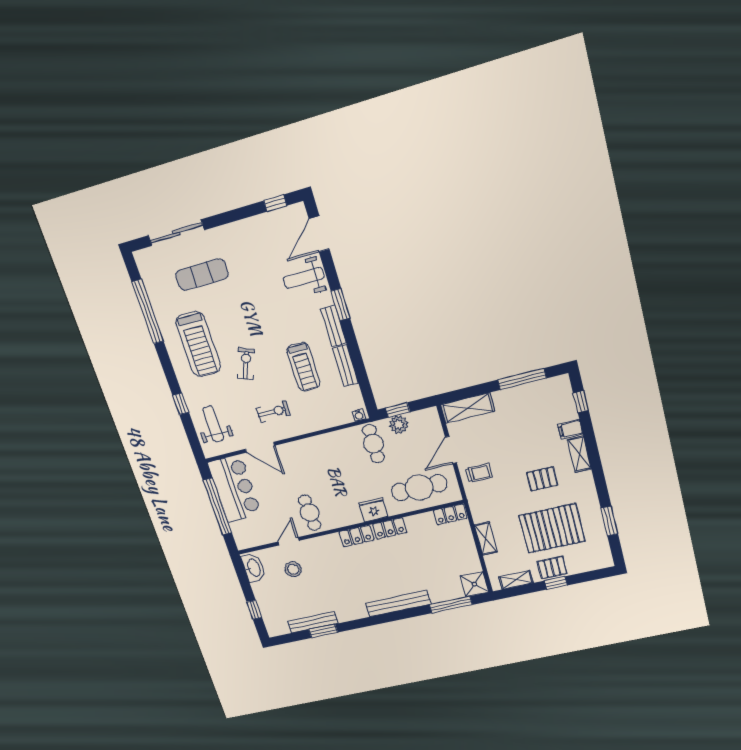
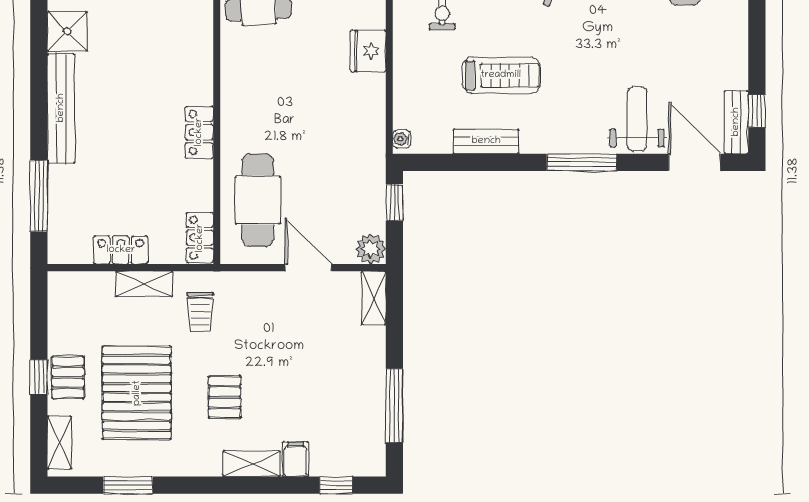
window: (340, 305) -> (582, 162), width x1.44
bench: (333, 326) -> (736, 122), moved, turned 90
treadmill: (304, 367) -> (501, 75), turned 180
shelving: (468, 408) -> (374, 298), width x0.67, depth x0.75
plant: (399, 424) -> (371, 249), moved
cafe table: (373, 444) -> (349, 148), removed
trolley: (479, 473) -> (200, 312), moved
fridge: (373, 510) -> (368, 51), moved, turned 180
locker: (356, 536) -> (121, 250), moved, turned 90
shelving: (516, 580) -> (59, 442), moved
shower: (474, 584) -> (67, 31), moved

